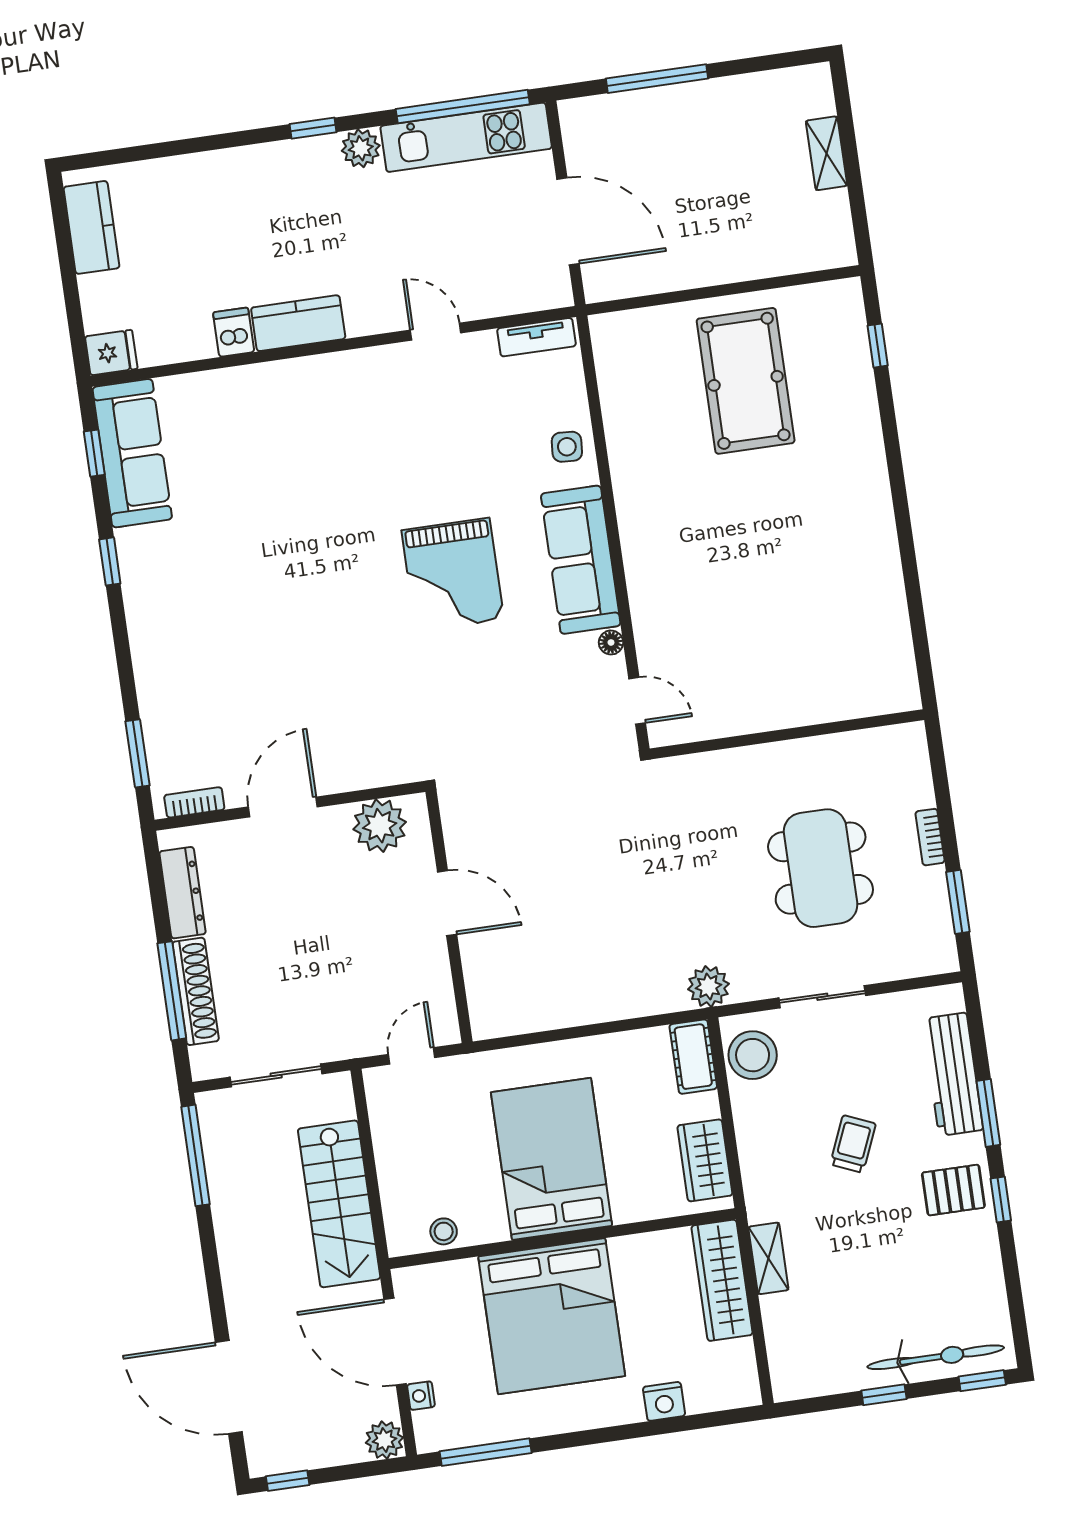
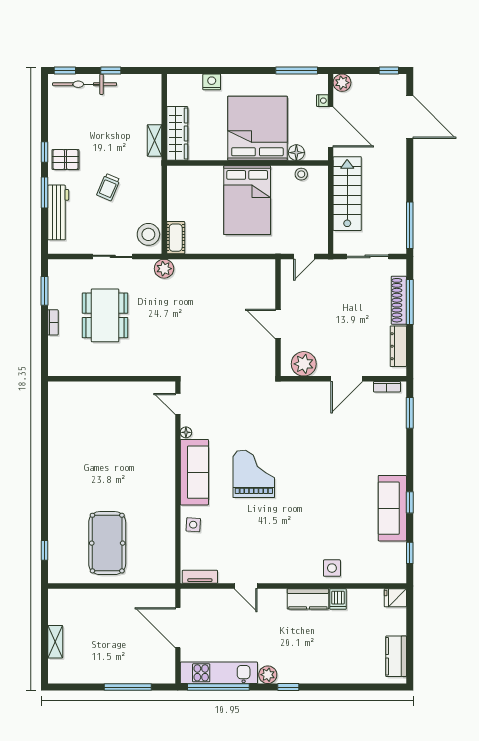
side table: (256, 397) -> (332, 568), added
sofa: (132, 453) -> (392, 508), moved
wardrobe: (705, 1160) -> (177, 189), removed
floor lamp: (461, 1276) -> (296, 153), added

